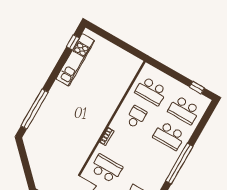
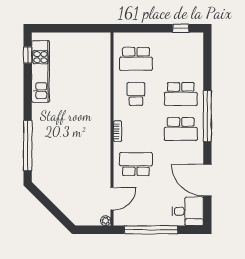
school desk: (184, 110) -> (181, 129), moved

